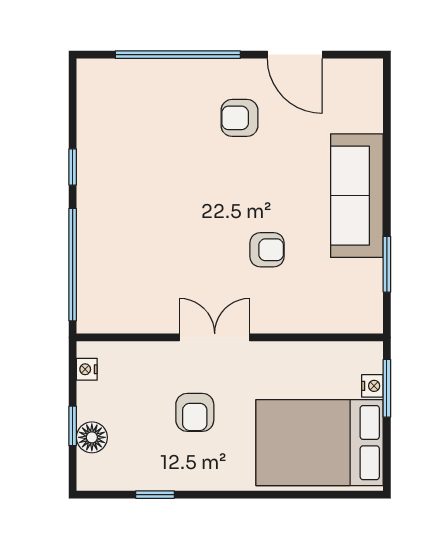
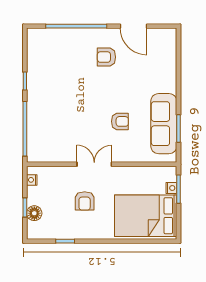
sofa: (357, 196) -> (164, 124), moved

